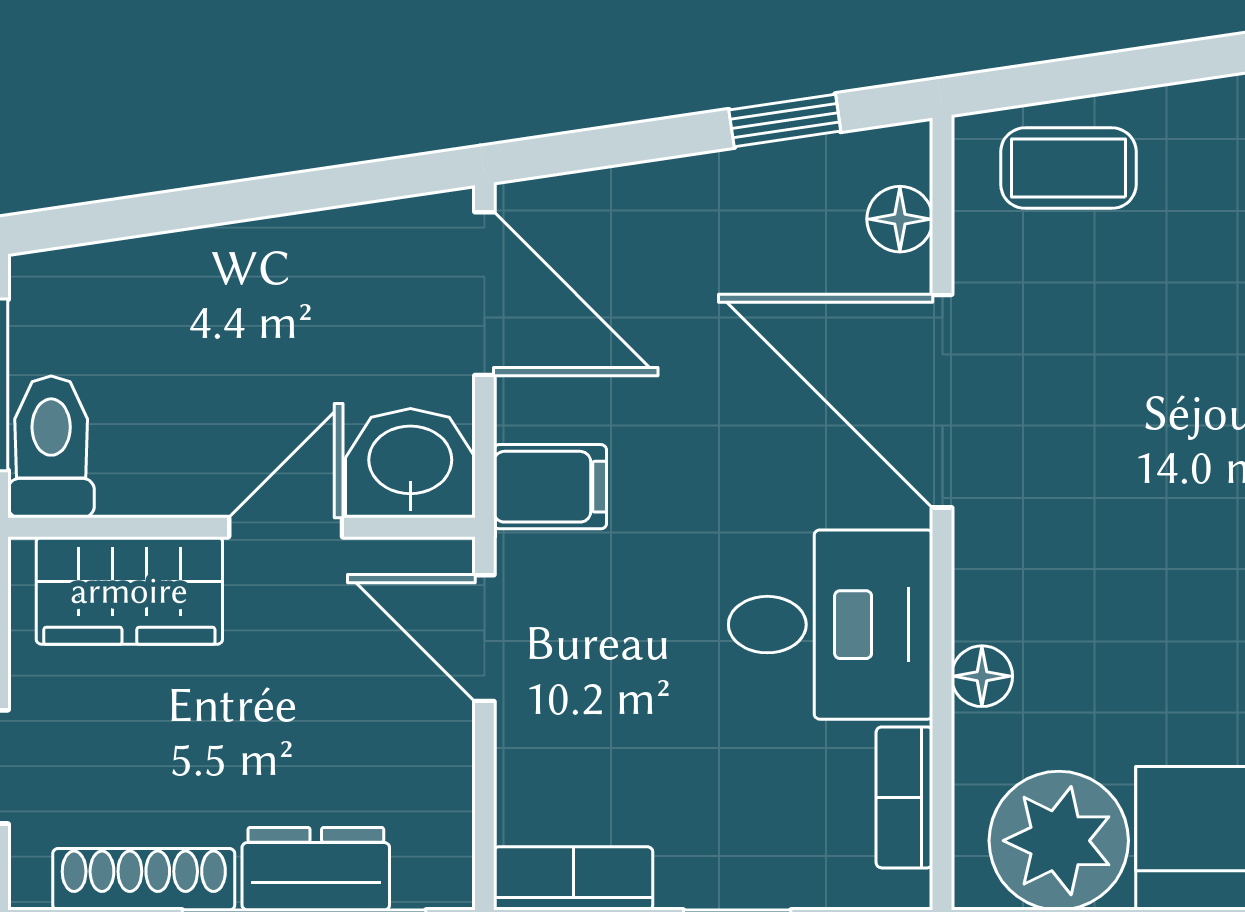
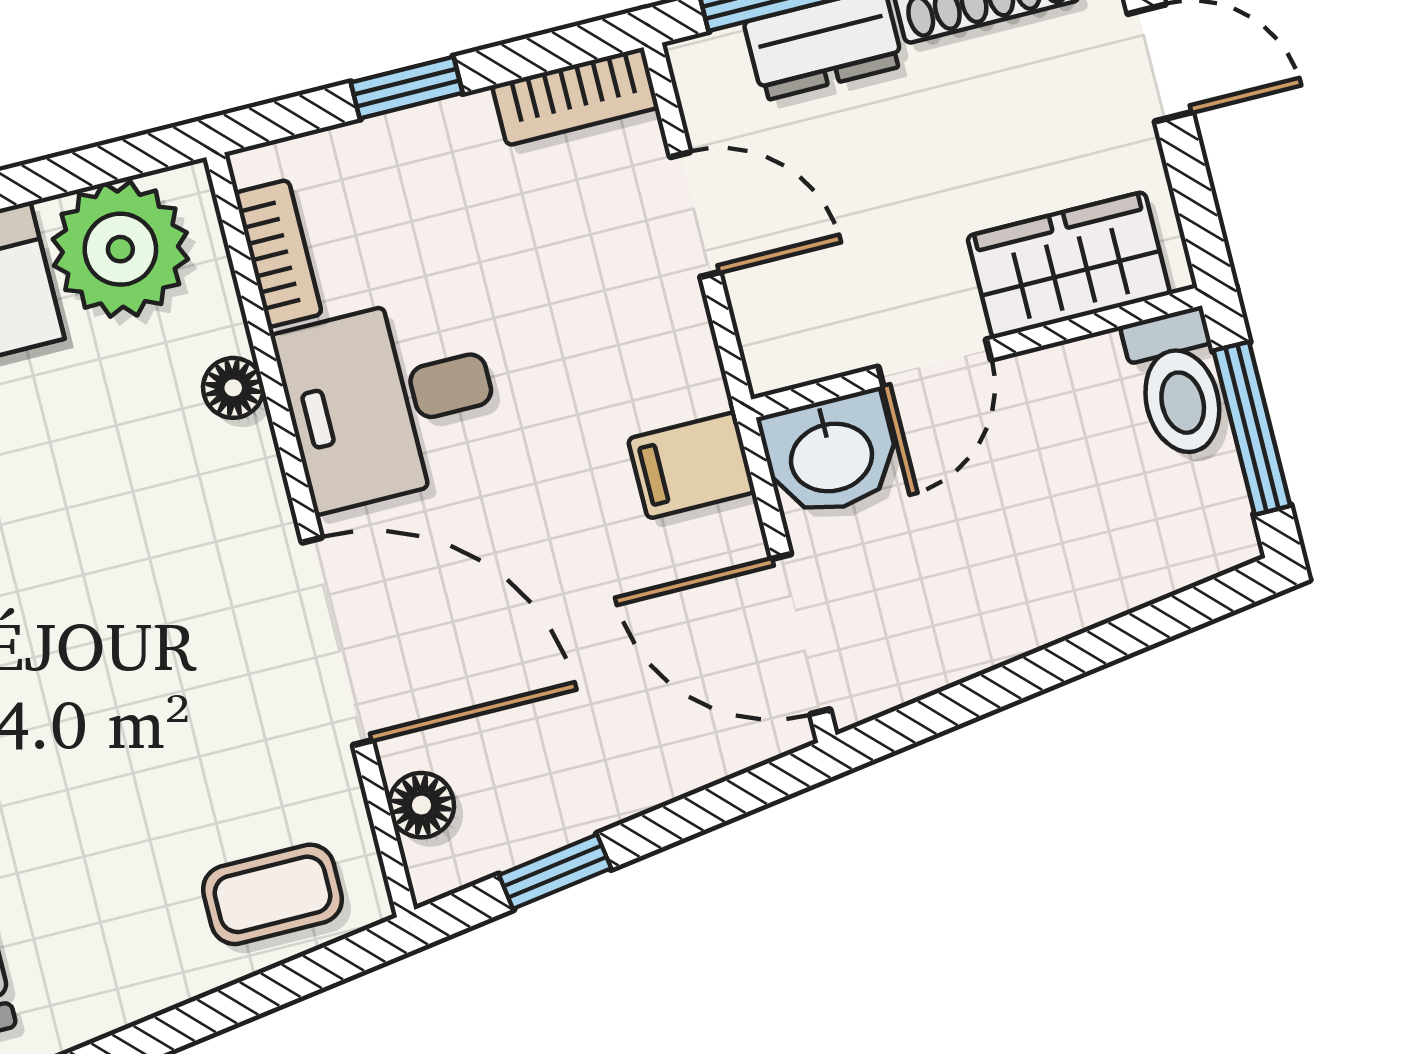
door: (484, 638) -> (695, 214), moved

